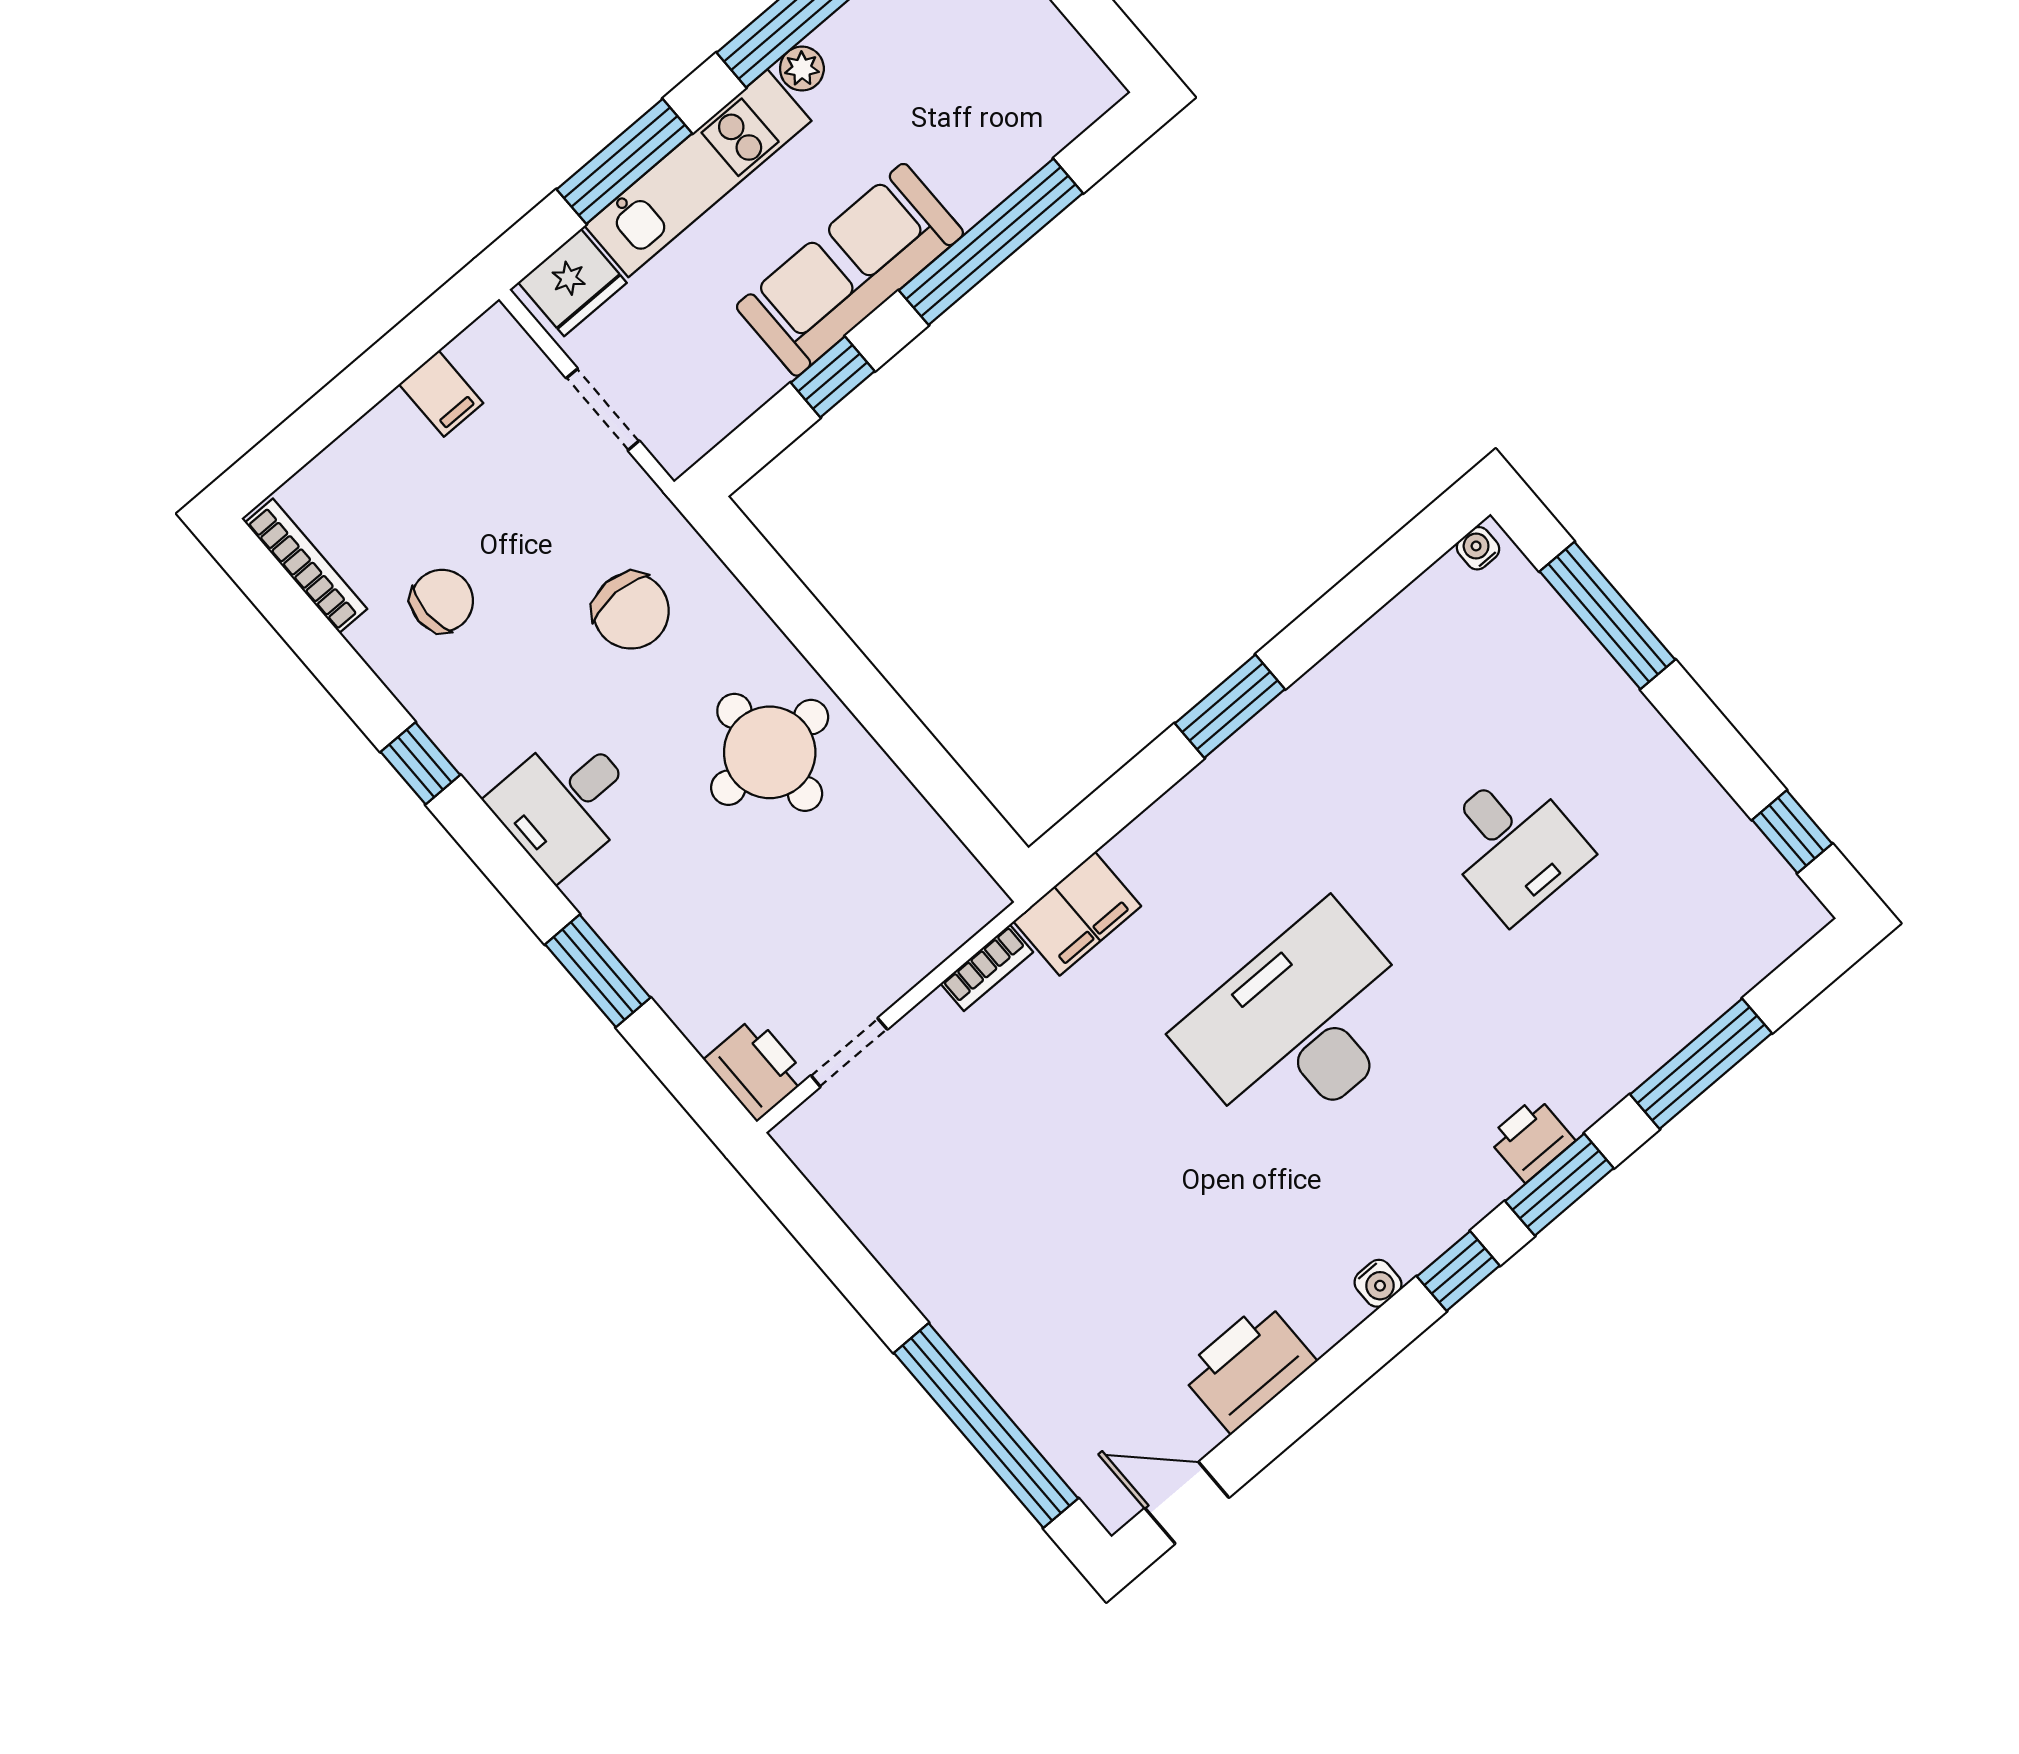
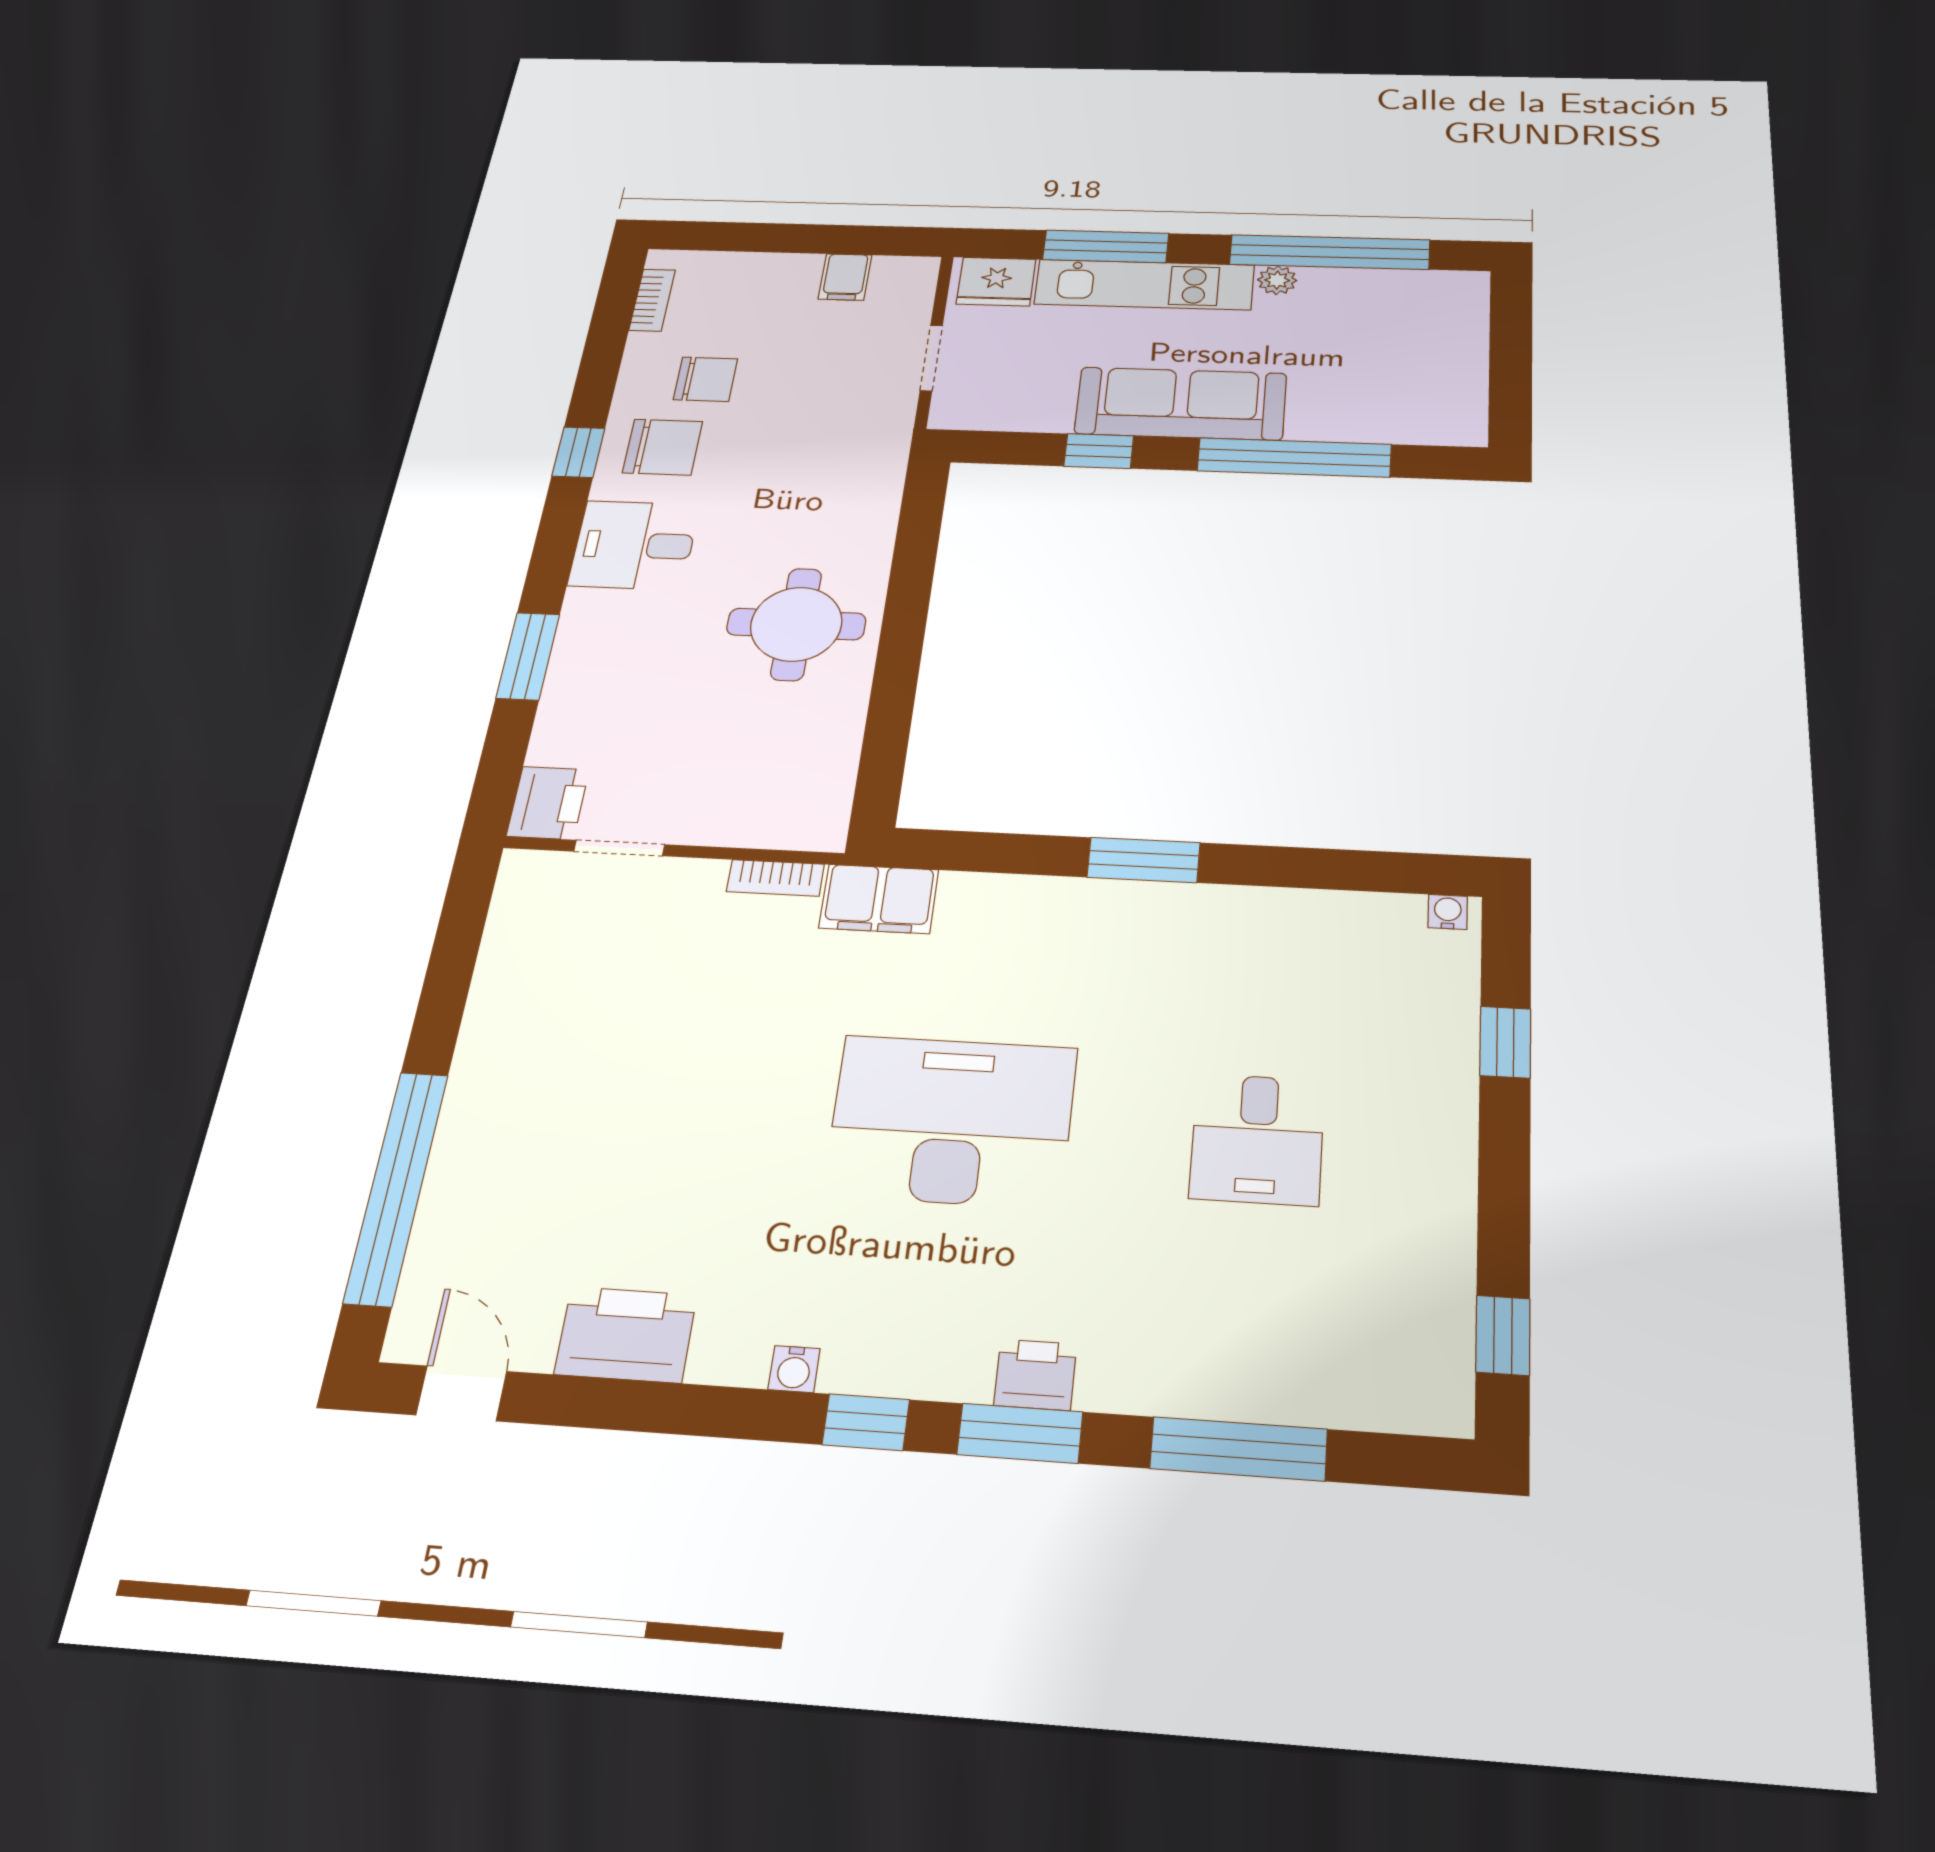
bookcase: (306, 566) -> (652, 300), width x0.64
chair: (631, 611) -> (663, 447), moved, turned -90
window: (1607, 616) -> (1505, 1042), width x0.46

